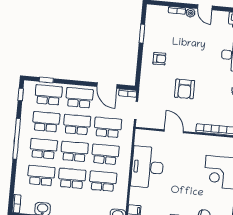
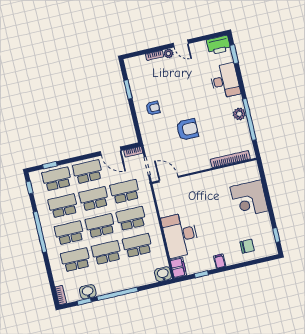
armchair: (185, 89) -> (187, 129), turned -90
door: (174, 131) -> (169, 179), moved
desk: (147, 167) -> (180, 235), moved

